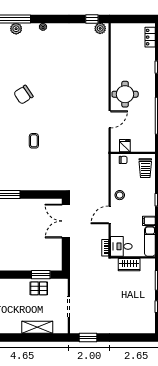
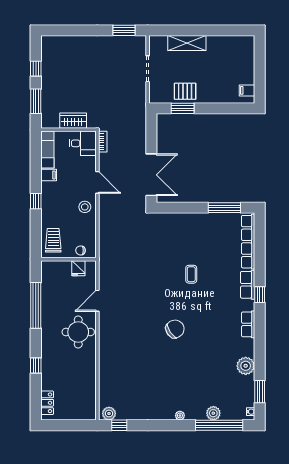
chair: (23, 95) -> (175, 329), moved
door: (110, 215) -> (97, 182), hinge flipped

